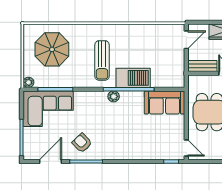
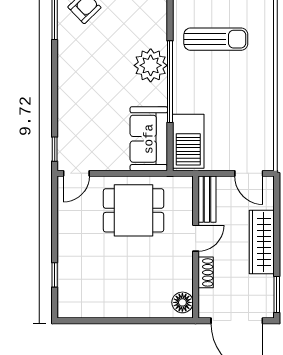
sun lounger: (102, 60) -> (216, 39), turned 180
barbecue: (133, 78) -> (188, 141), moved
plant: (114, 96) -> (151, 65), width x1.87, depth x1.87

